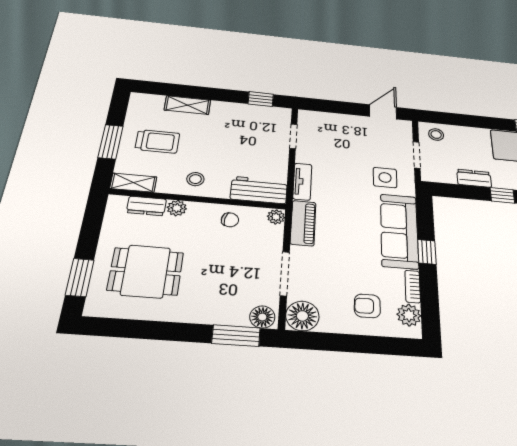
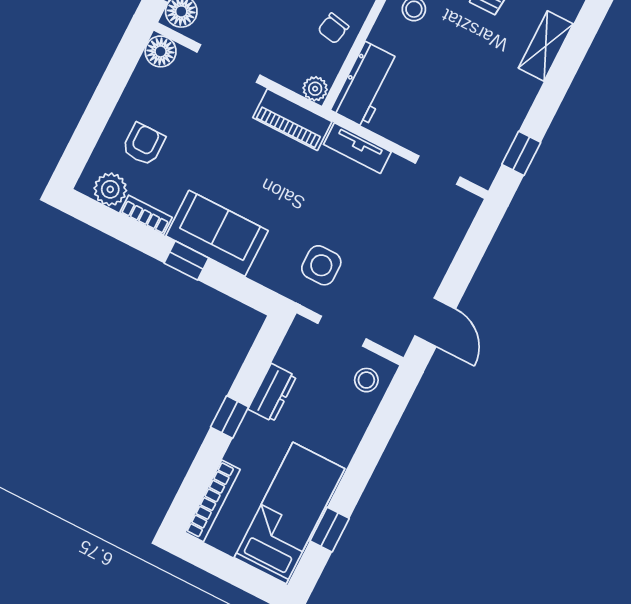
sofa: (399, 231) -> (217, 233), width x0.73
floor lamp: (302, 316) -> (161, 51), width x0.73, depth x0.73

